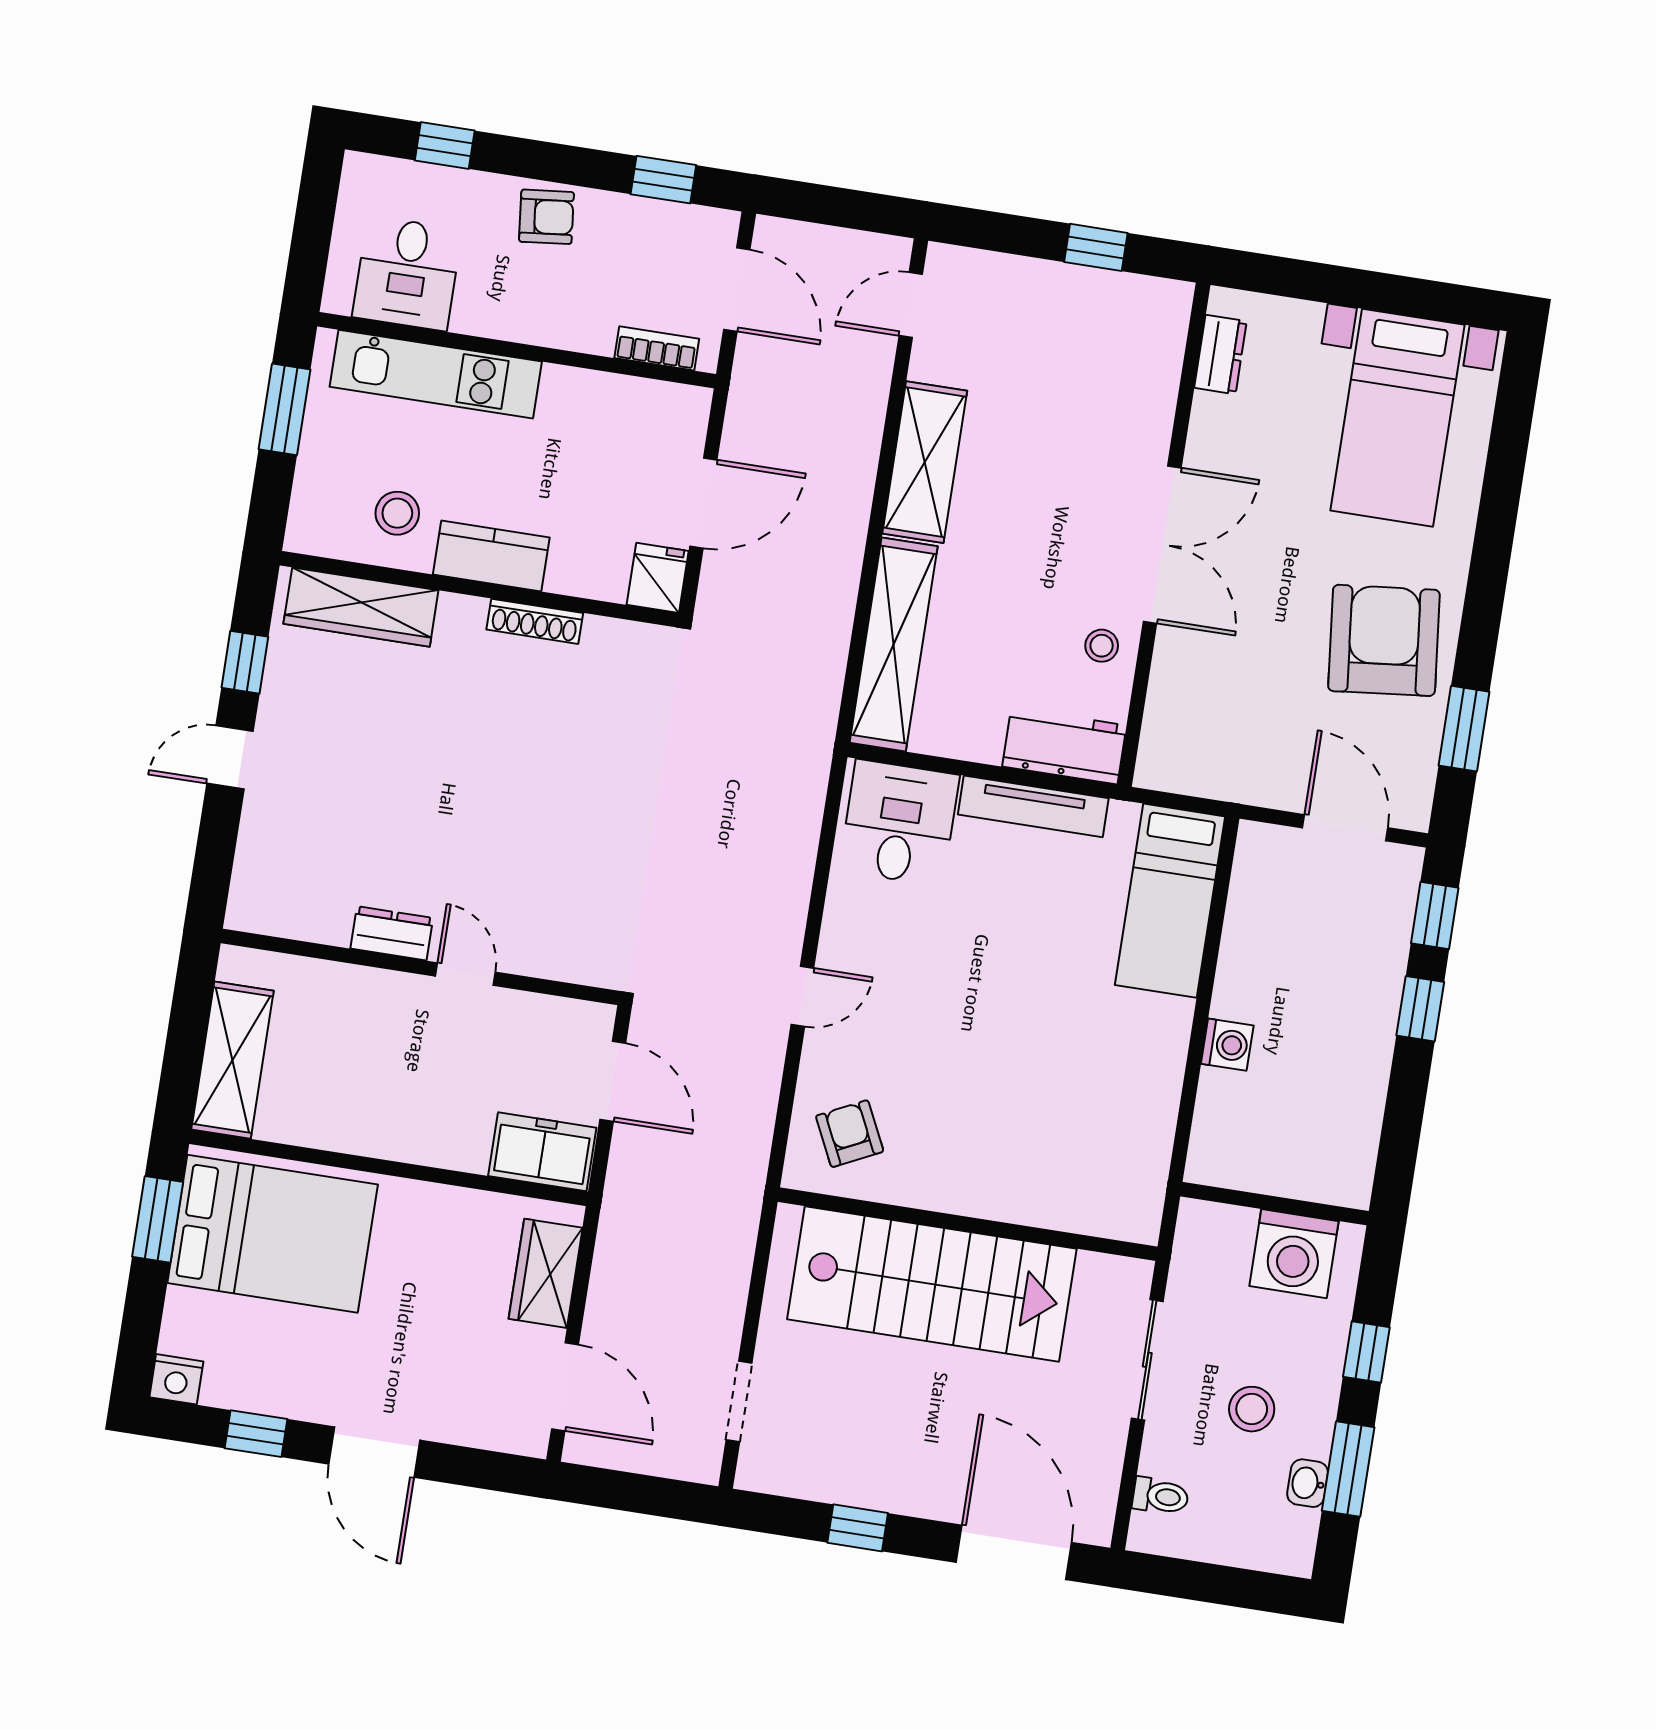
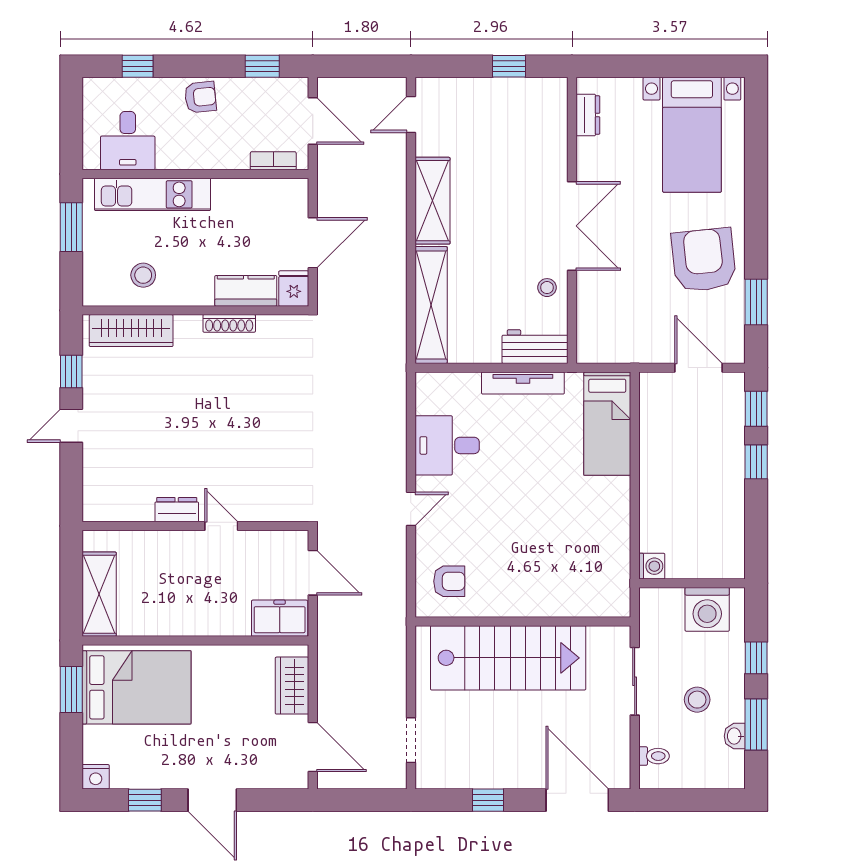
kitchen counter: (491, 556) -> (246, 291), moved
desk: (899, 823) -> (447, 445), moved, turned -90
washing machine: (1227, 1045) -> (652, 566), moved
armchair: (850, 1134) -> (449, 581), turned 116

